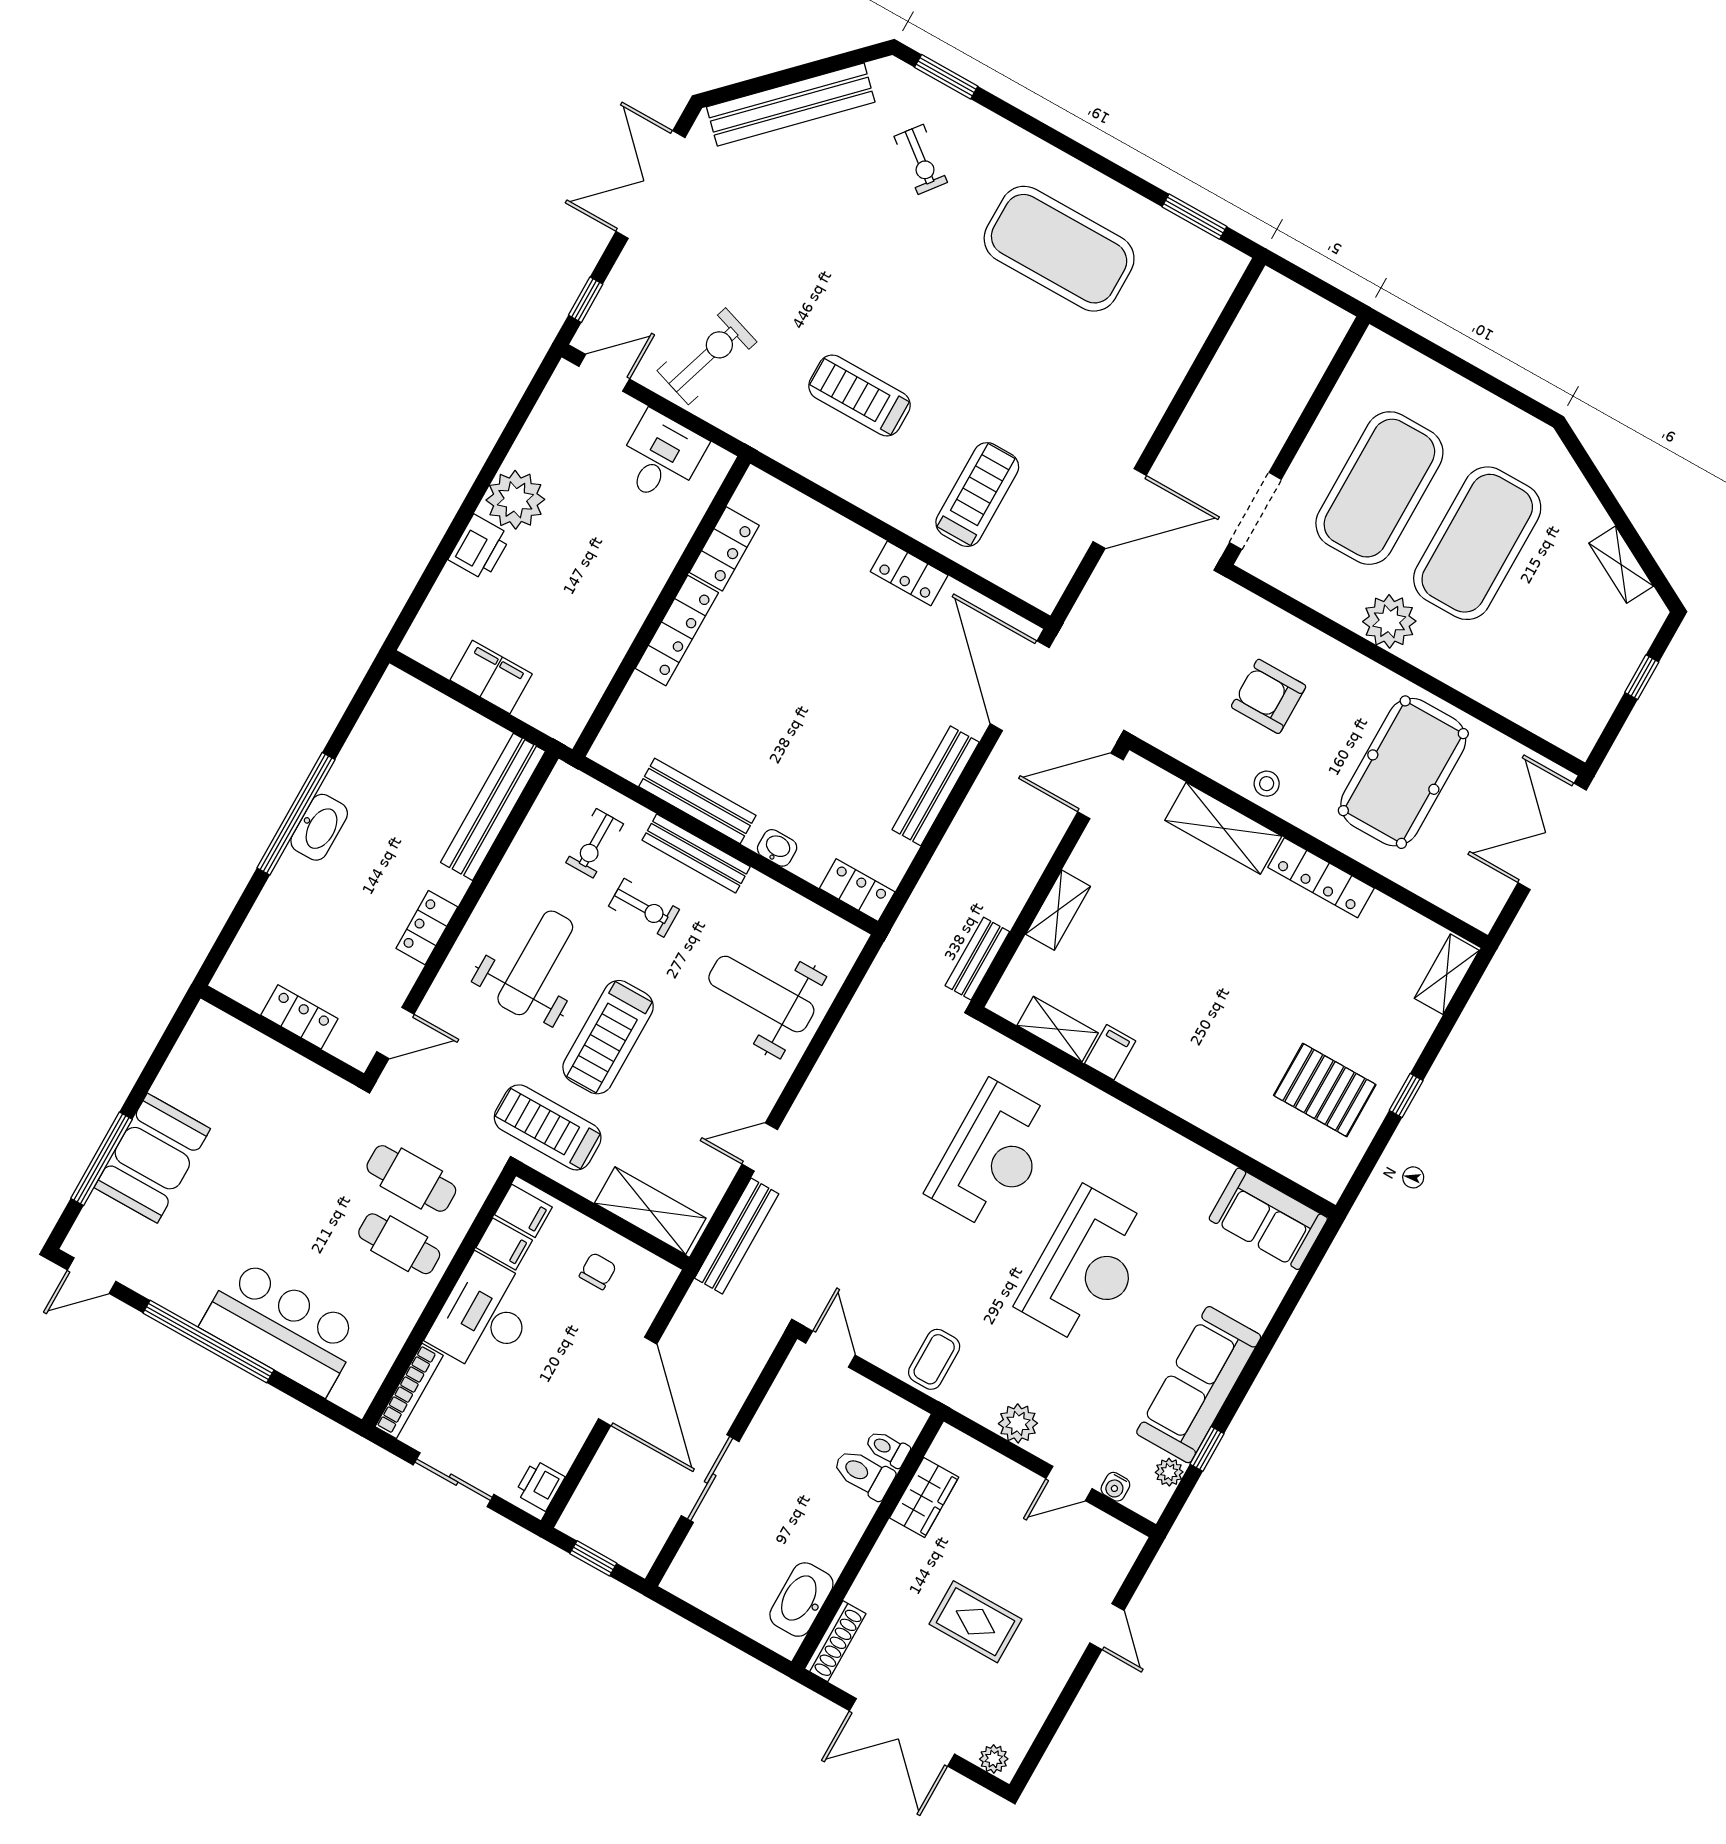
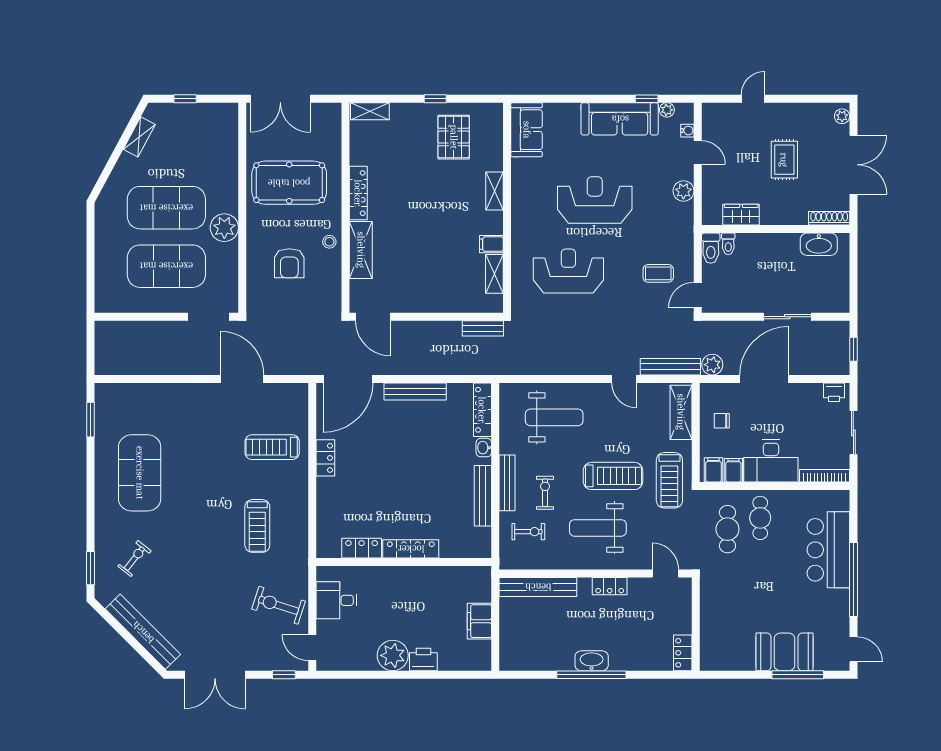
locker: (857, 890) -> (482, 410), width x1.53
shelving: (1058, 910) -> (494, 191), moved, turned 90
weight bench: (761, 994) -> (554, 417), turned -90
locker: (299, 1017) -> (683, 653), moved
plant: (701, 1308) -> (712, 365), added
coffee table: (934, 1359) -> (658, 273), moved
toilet: (864, 1474) -> (711, 248), moved

